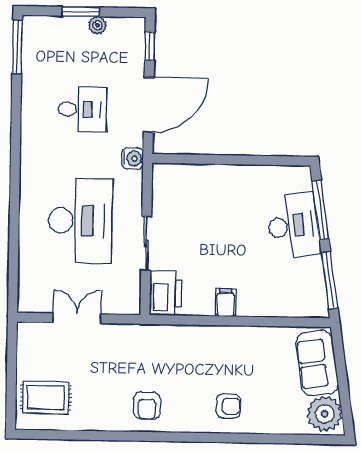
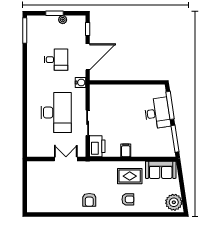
double door: (77, 318) -> (66, 159), moved
sofa: (317, 363) -> (161, 170), moved, turned -82
rug: (46, 397) -> (130, 176), moved

